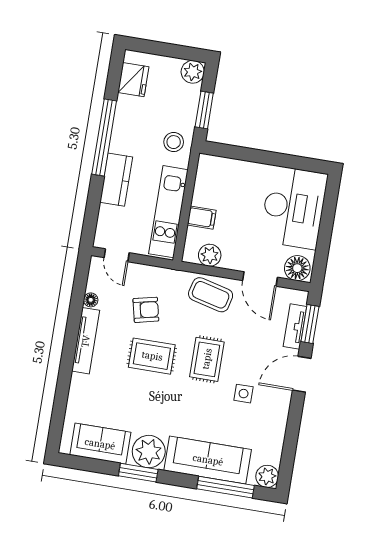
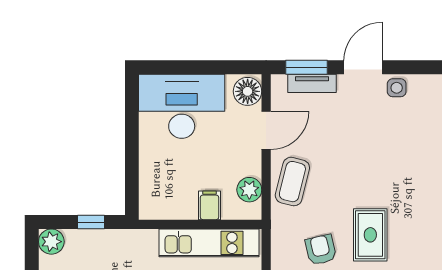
window: (204, 110) -> (91, 222), width x0.67
stool: (174, 142) -> (132, 250), removed
rug: (207, 359) -> (364, 174), removed
door: (302, 374) -> (363, 67), swing flipped
side table: (244, 394) -> (397, 88), moved

